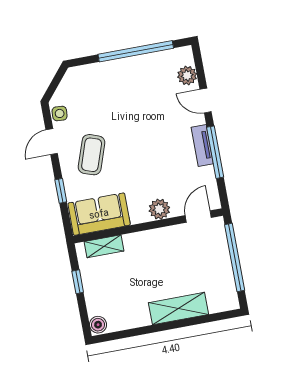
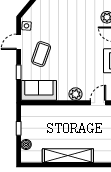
shelving: (104, 246) -> (38, 110), removed
shelving: (178, 309) -> (68, 156), width x1.47
boiler: (98, 325) -> (26, 144), moved

